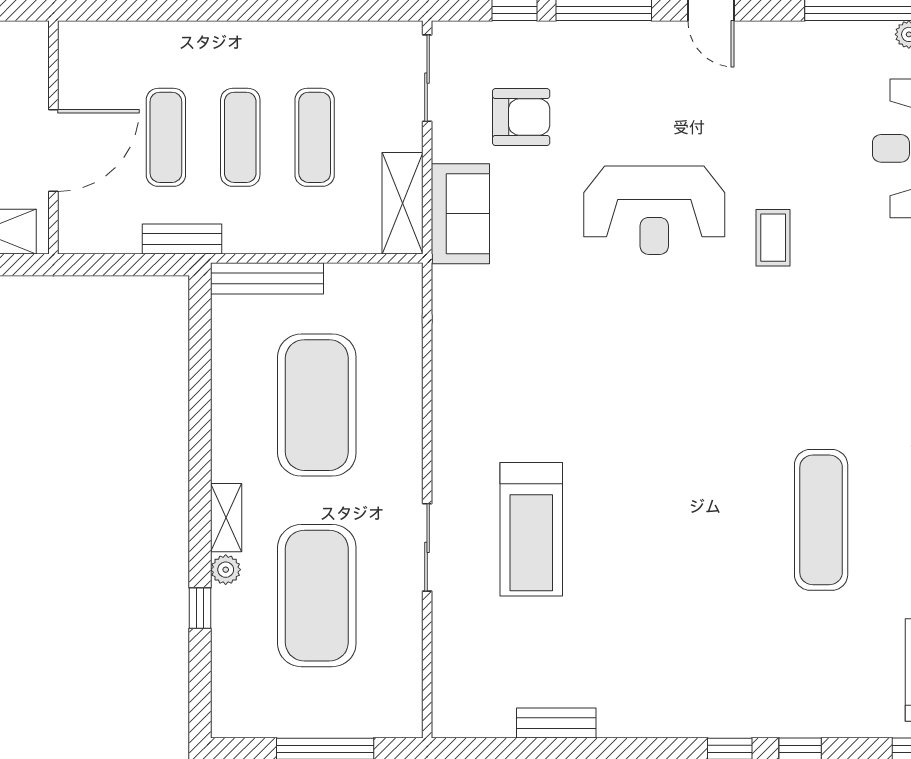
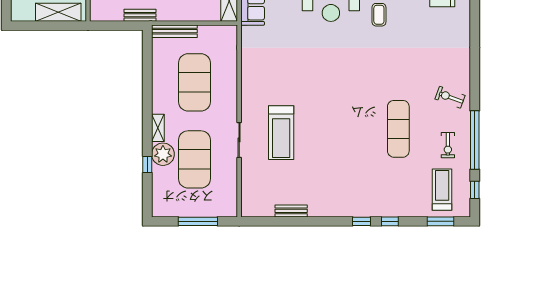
plant: (226, 570) -> (163, 154), width x1.88, depth x1.88

